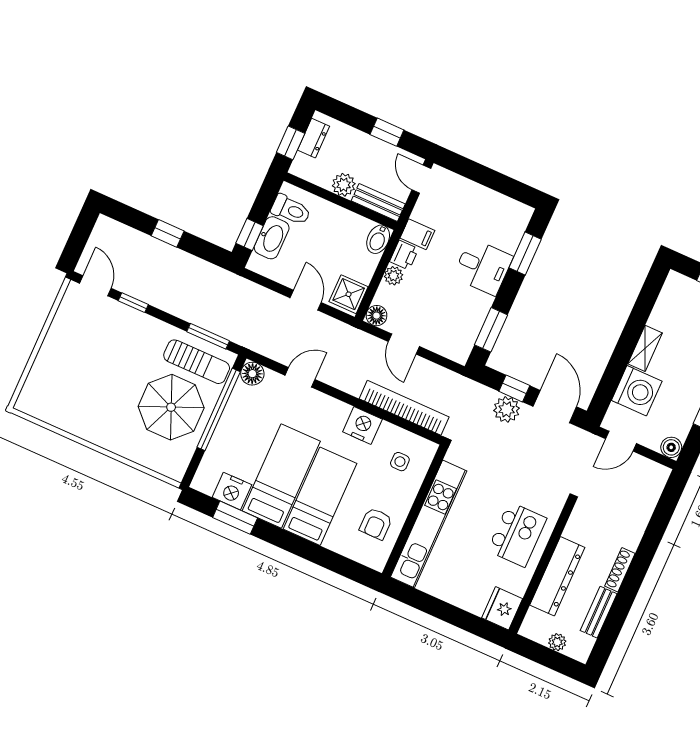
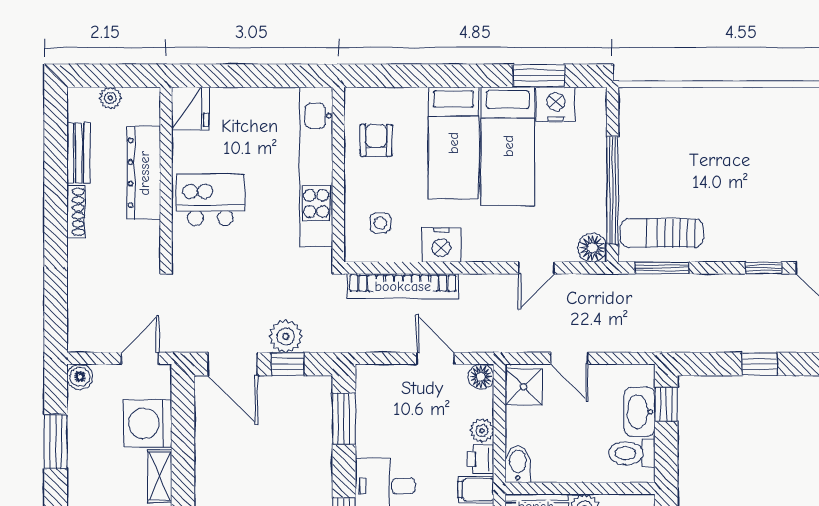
parasol: (171, 407) -> (668, 169), removed
kitchen island: (517, 535) -> (210, 200), turned 90

